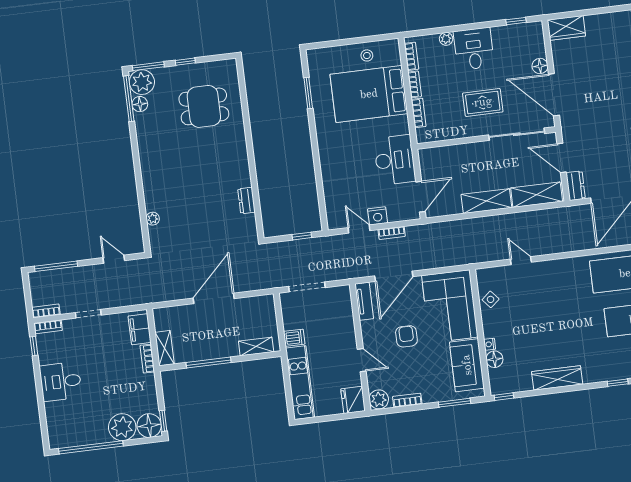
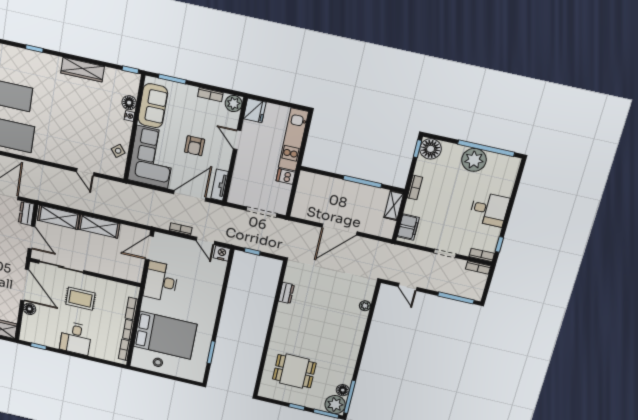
plant: (446, 39) -> (95, 353), removed
nightstand: (378, 216) -> (222, 253), moved
shelving: (256, 346) -> (319, 181), removed
bookcase: (147, 359) -> (415, 187), moved
plant: (122, 427) -> (474, 160), moved

